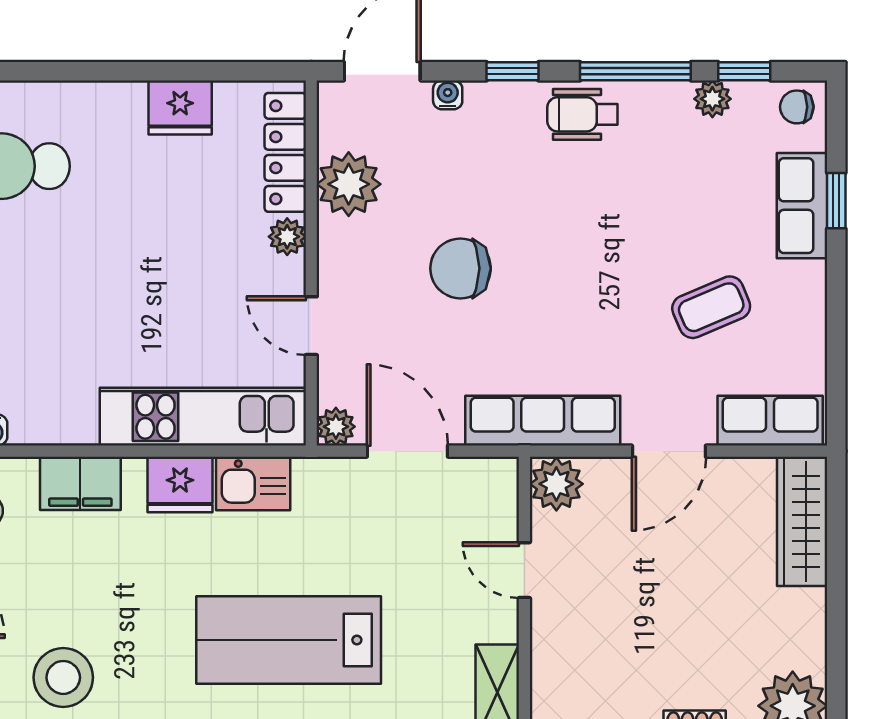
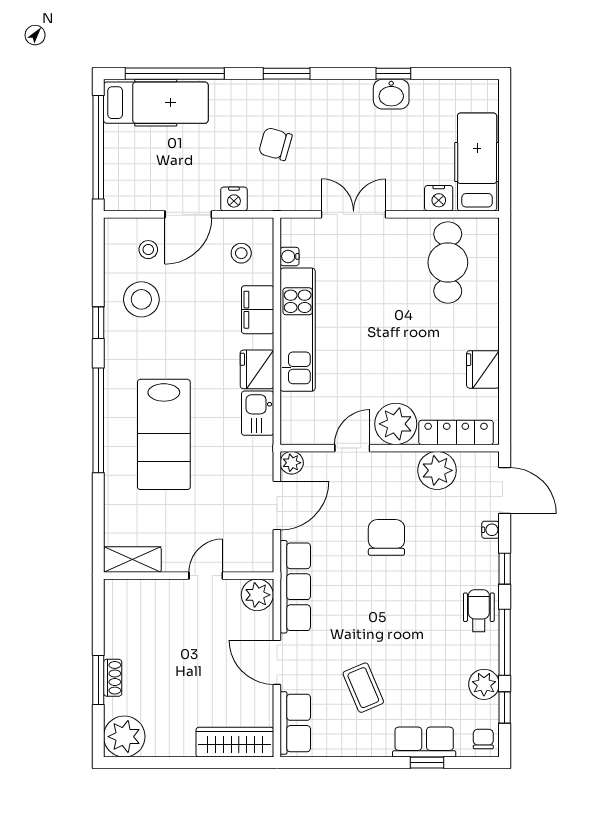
plant: (712, 99) -> (484, 684), width x1.38, depth x1.38
plant: (287, 237) -> (396, 424), width x1.87, depth x1.87
kitchen unit: (203, 417) -> (298, 330), moved
lab bench: (289, 640) -> (164, 434), turned 180

